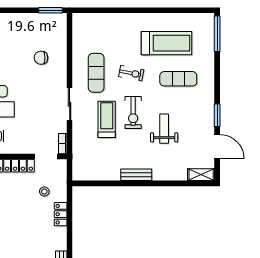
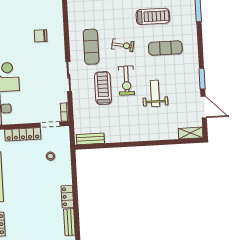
treadmill: (166, 43) -> (153, 16), width x0.73, depth x0.73
bench: (136, 175) -> (90, 139), moved
locker: (61, 214) -> (67, 197), moved

